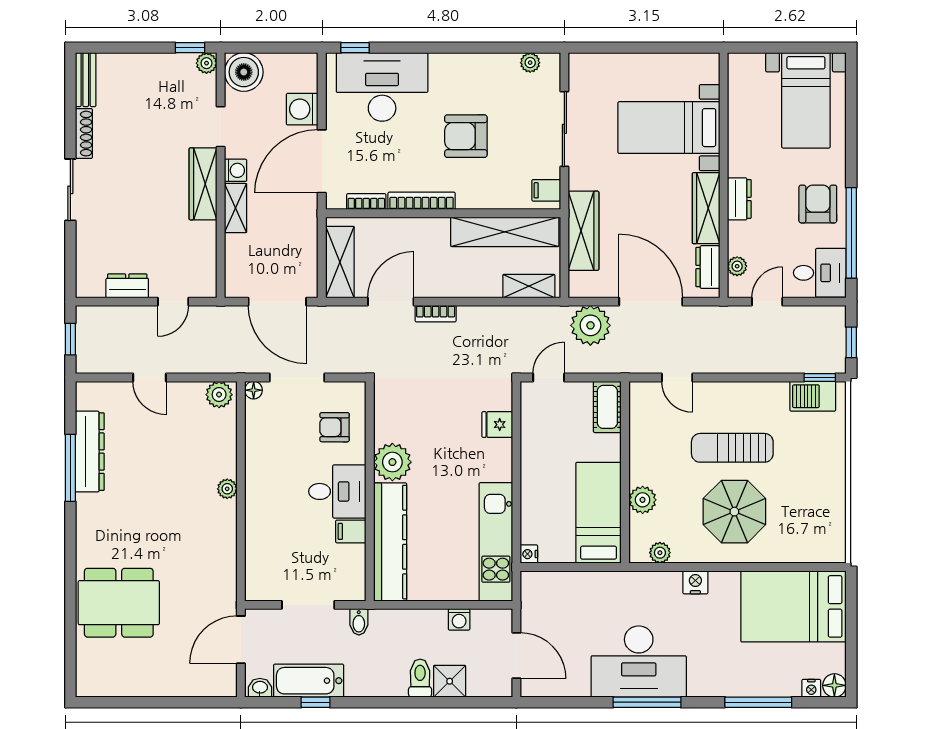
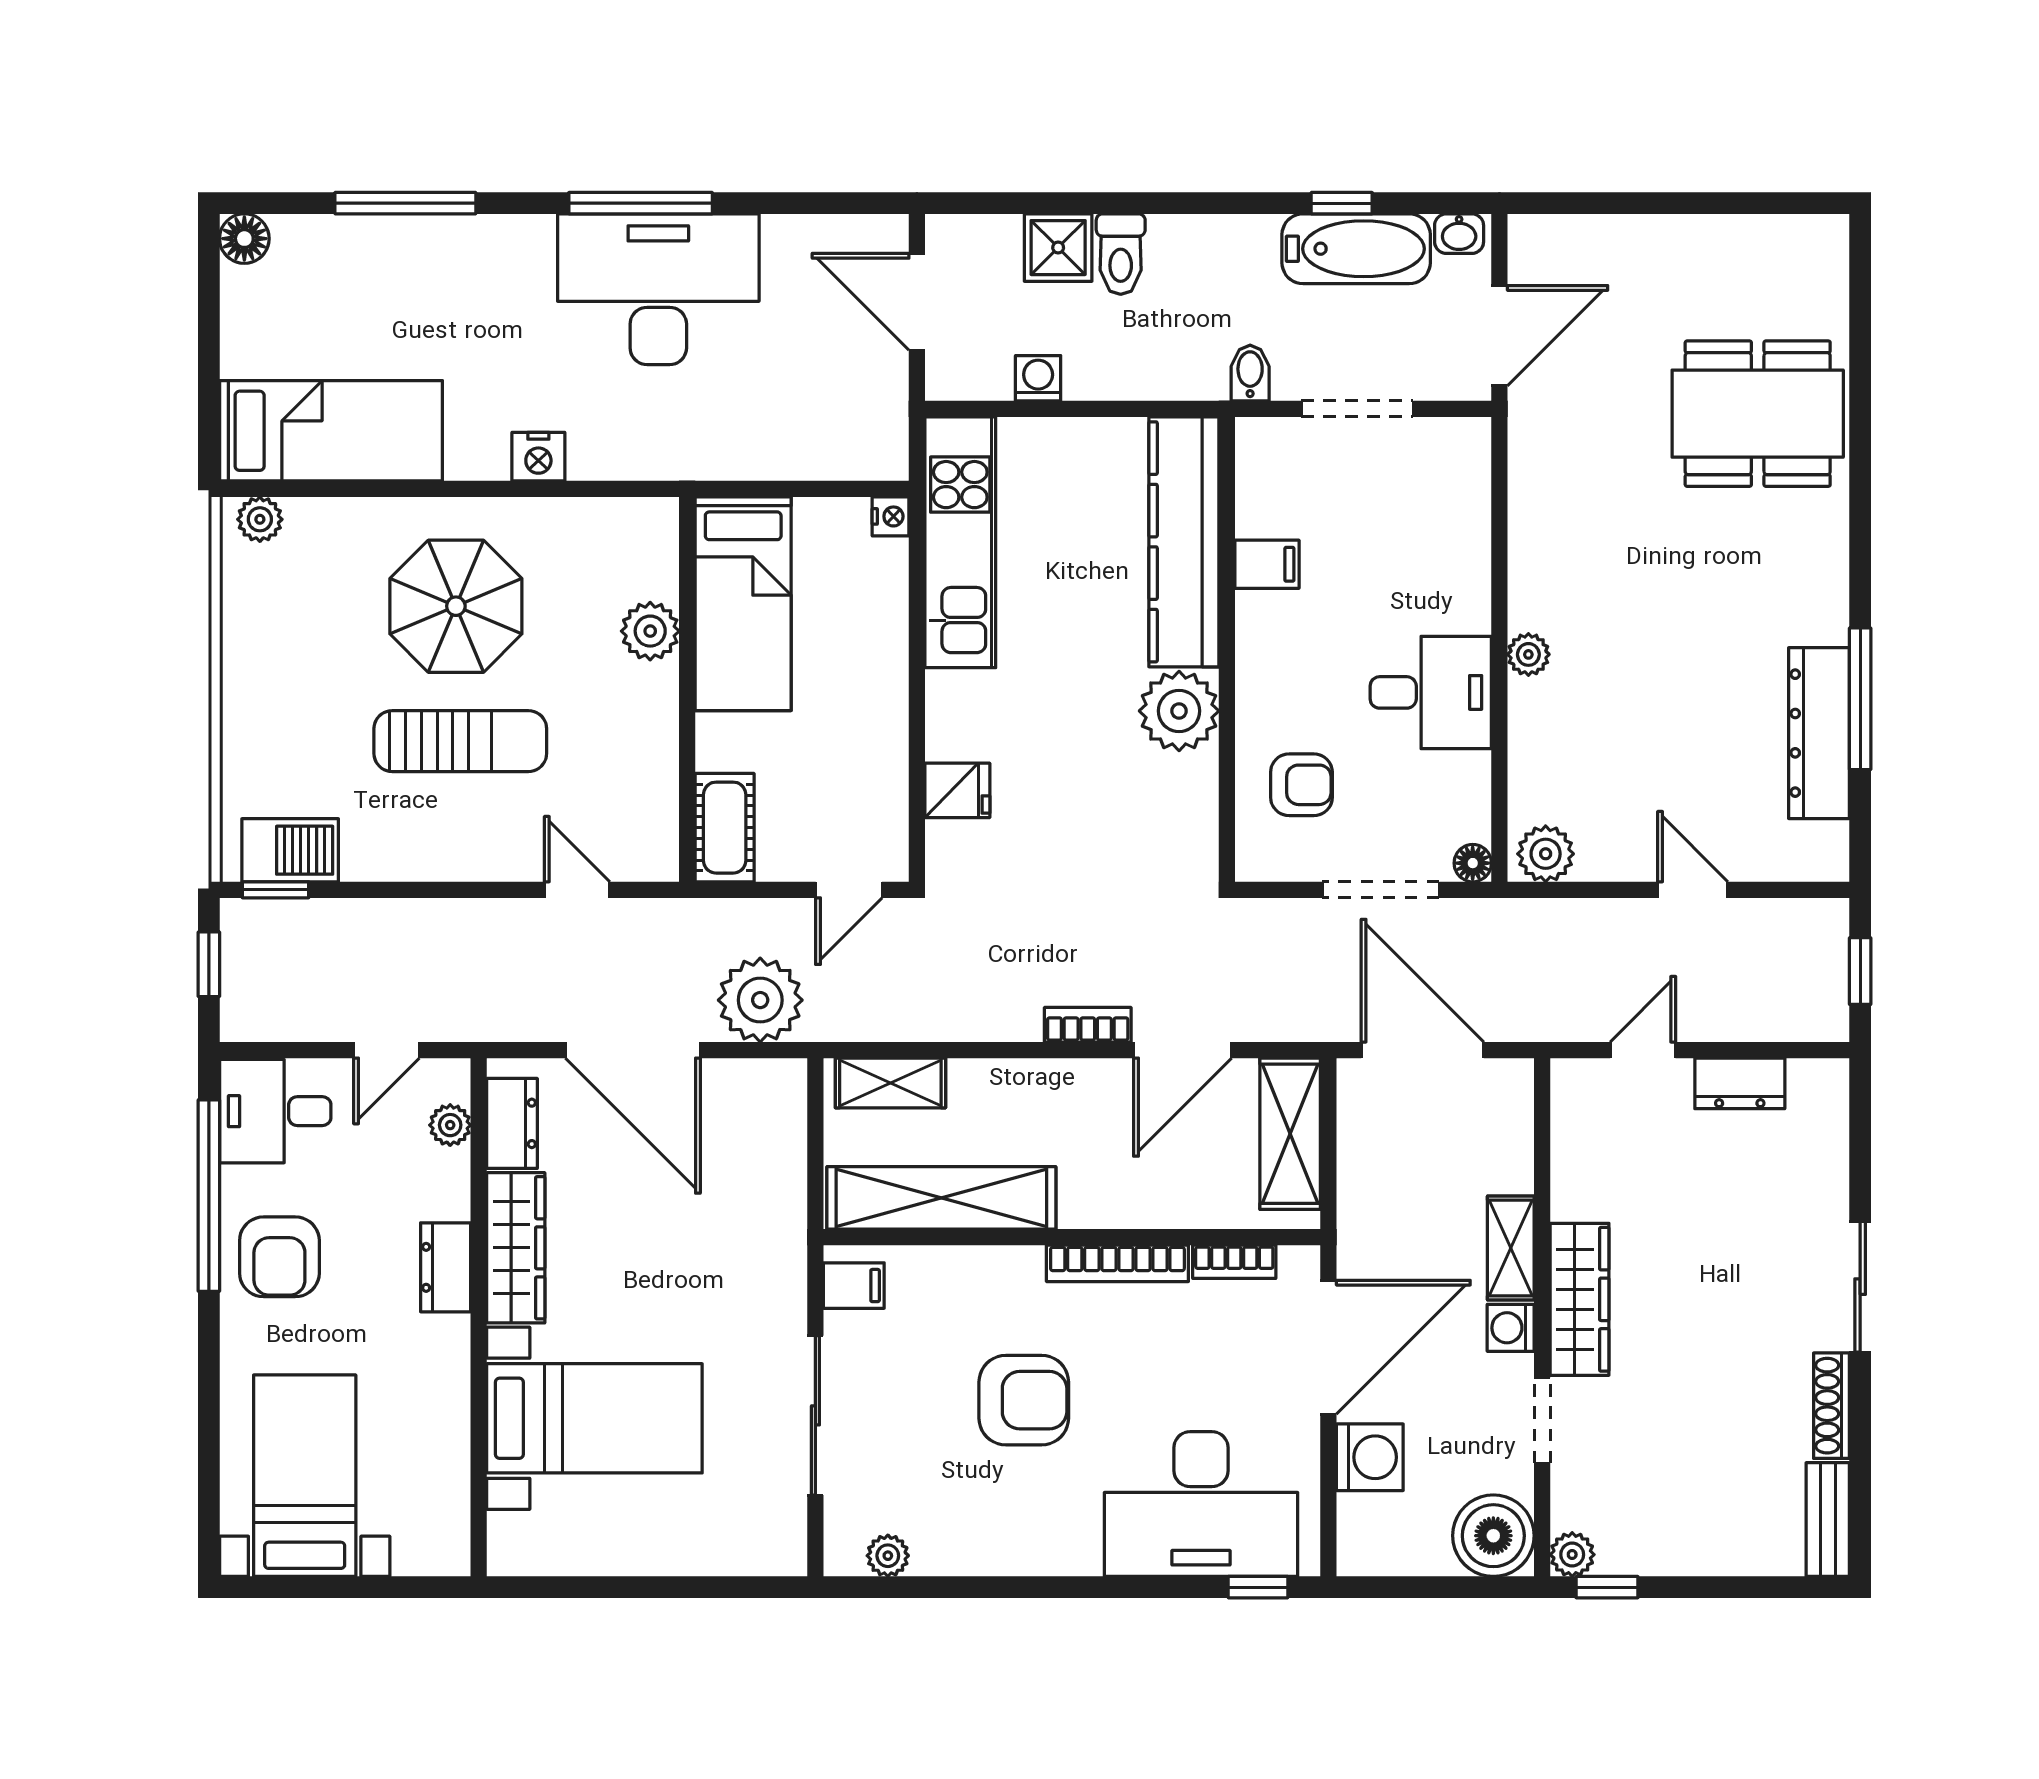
wardrobe: (583, 231) -> (775, 1200), removed
desk: (337, 491) -> (1431, 692), moved, turned 180
plant: (660, 553) -> (260, 519), moved
bed: (793, 606) -> (331, 431), width x0.67
nightstand: (811, 688) -> (293, 233), removed

